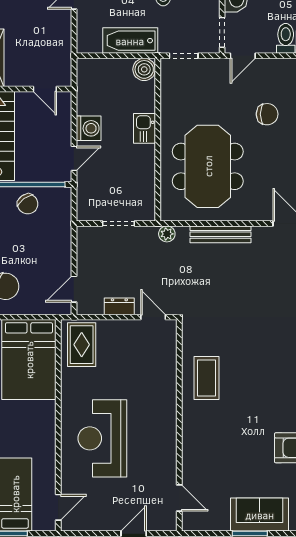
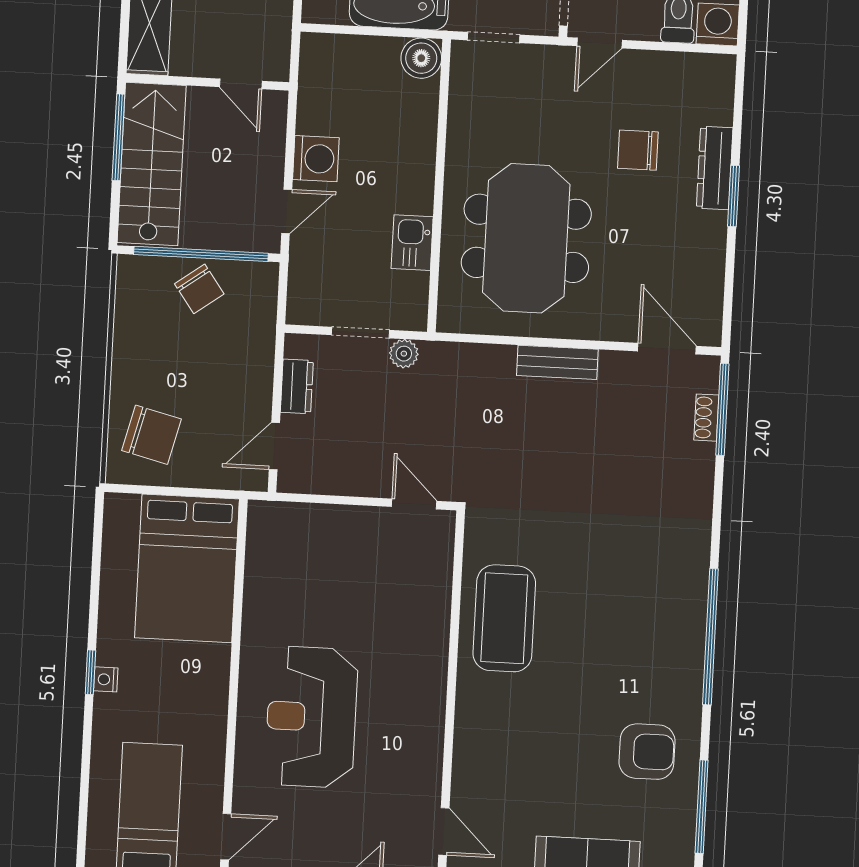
chair: (267, 114) -> (638, 150), turned 180
kitchen sink: (145, 128) -> (412, 243), moved
plant: (167, 234) -> (404, 354), moved
bench: (221, 234) -> (557, 362), width x0.73
dresser: (119, 306) -> (297, 386), moved, turned 90
rug: (82, 345) -> (283, 547), removed
coffee table: (207, 378) -> (504, 618), width x1.36, depth x1.32

